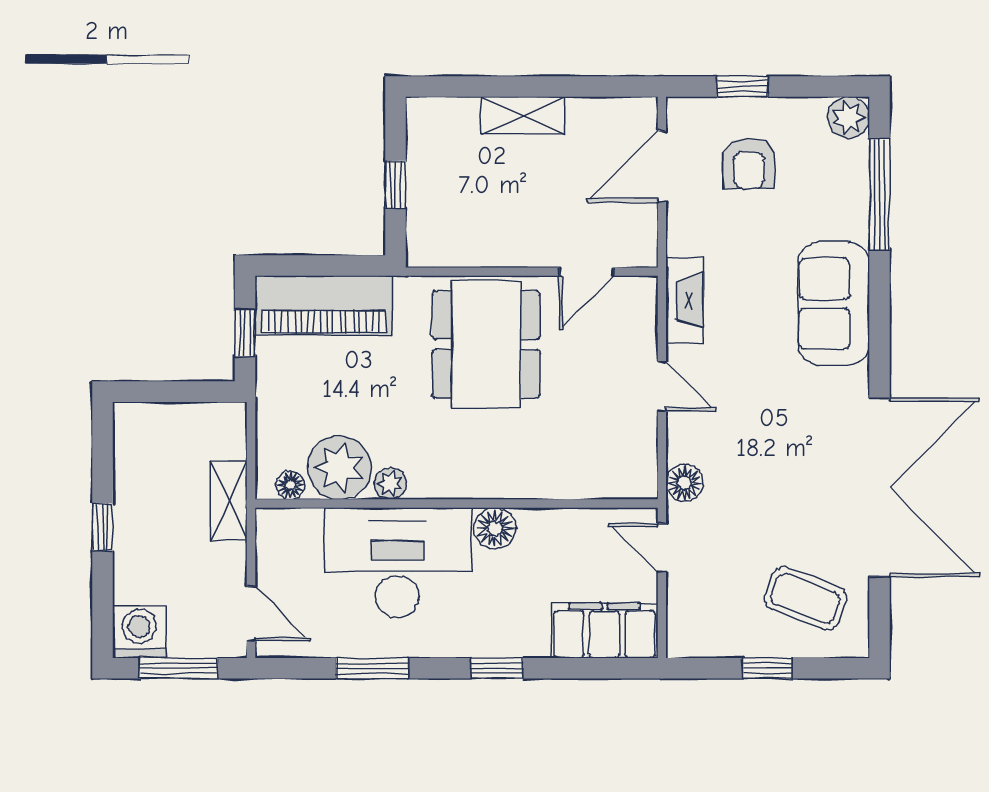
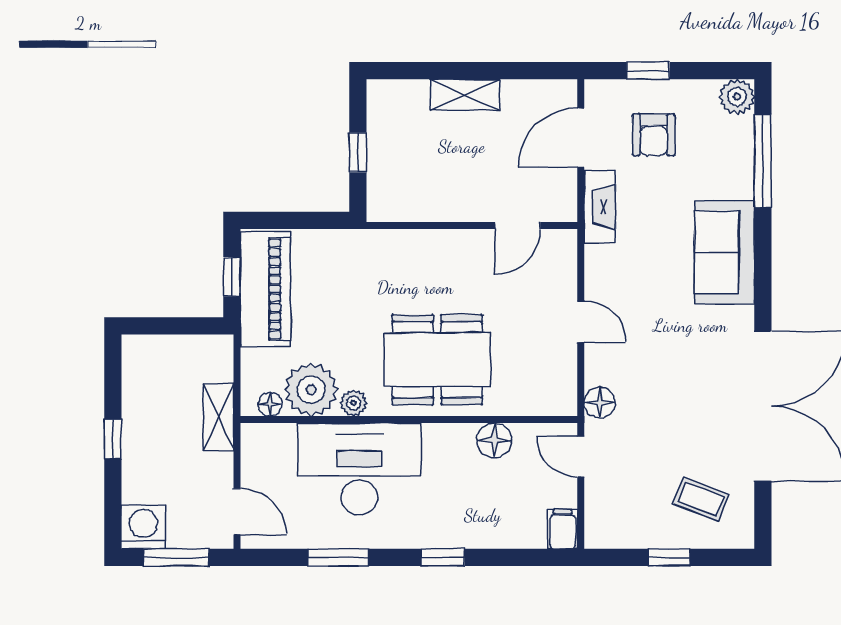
fireplace: (685, 300) -> (600, 207), moved
piano: (324, 306) -> (265, 289), moved, turned -90
dining table: (486, 345) -> (437, 360), moved, turned 90
floor lamp: (495, 528) -> (494, 440), moved
coffee table: (805, 599) -> (701, 499), width x0.73, depth x0.77
filing cabinet: (605, 630) -> (563, 529), width x0.33, depth x0.86

